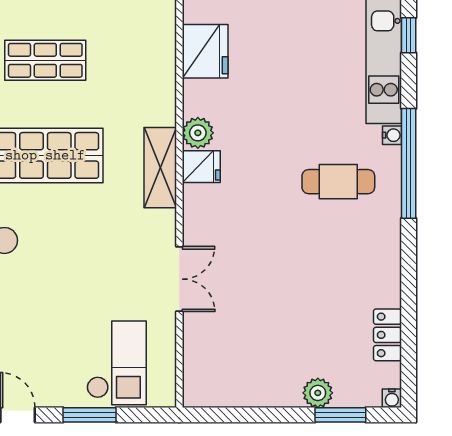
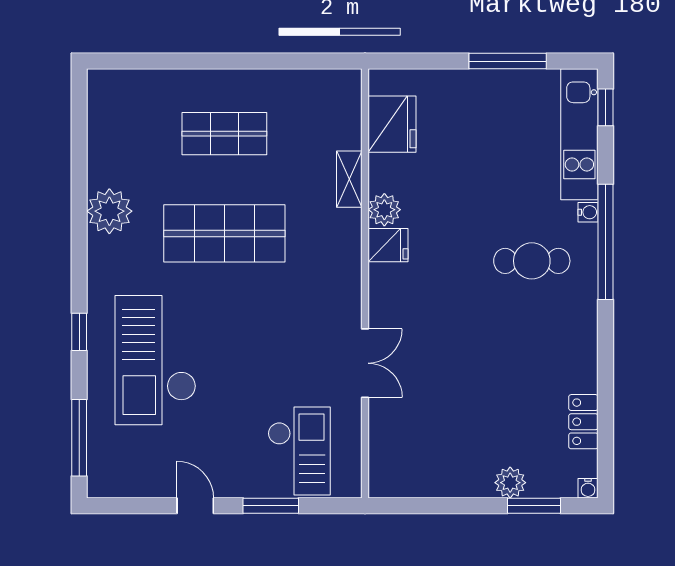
shelving: (160, 168) -> (349, 179), moved, width x0.67, depth x0.75

